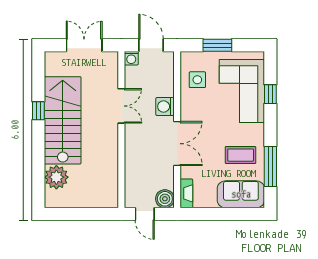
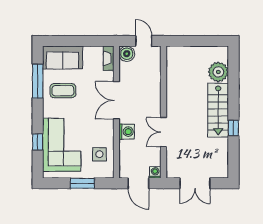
stairs: (63, 120) -> (218, 110), width x0.73, depth x0.66

